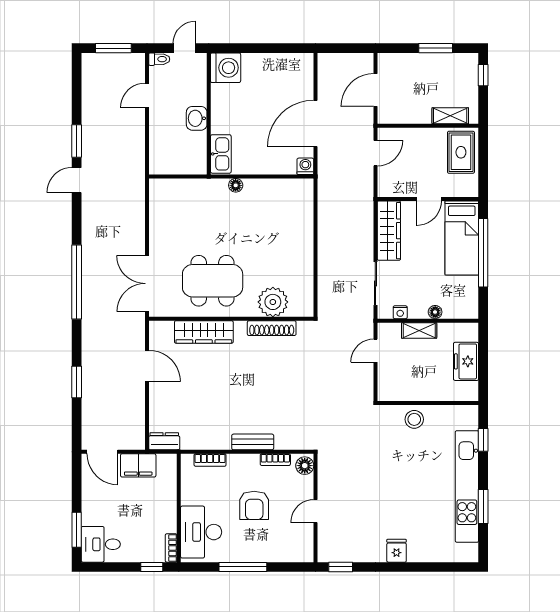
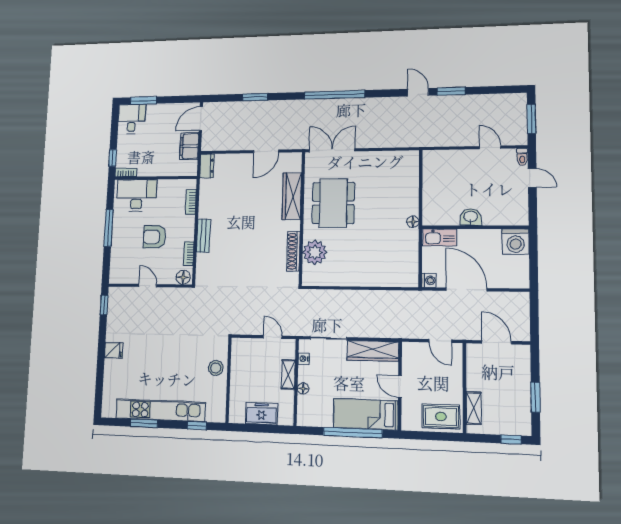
washing machine: (226, 68) -> (516, 242), moved
wall: (209, 114) -> (475, 227), moved
washbasin: (197, 118) -> (471, 217), moved
kitchen sink: (221, 154) -> (440, 237), moved

